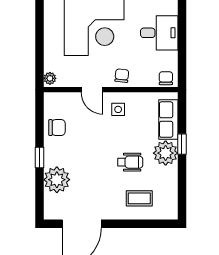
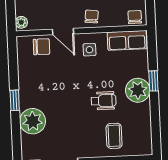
row of seats: (168, 120) -> (127, 40), moved, turned -90
chair: (57, 128) -> (42, 47), moved
coffee table: (139, 198) -> (114, 136), turned 90

